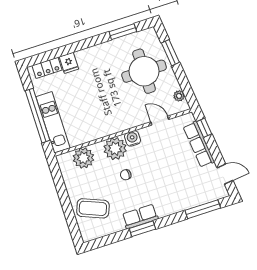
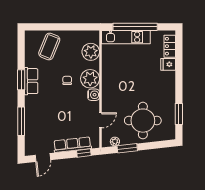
window: (170, 53) -> (127, 148), moved
window: (203, 209) -> (21, 121), moved

